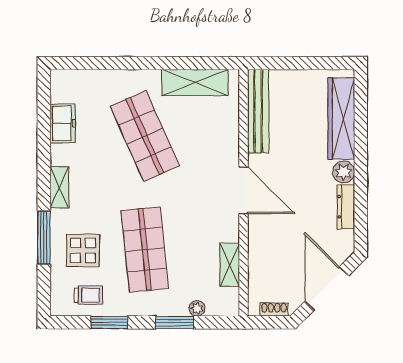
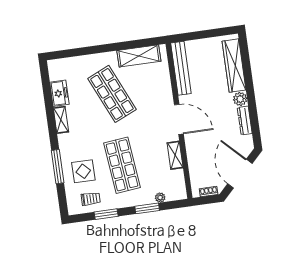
shelving: (59, 187) -> (61, 120), moved
shelving: (230, 265) -> (175, 155), moved

